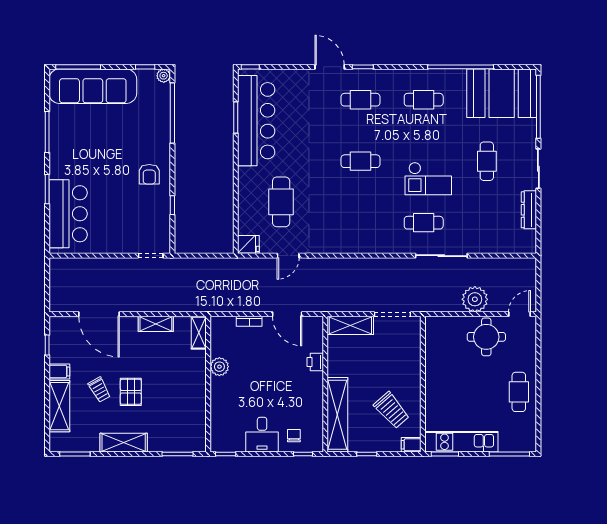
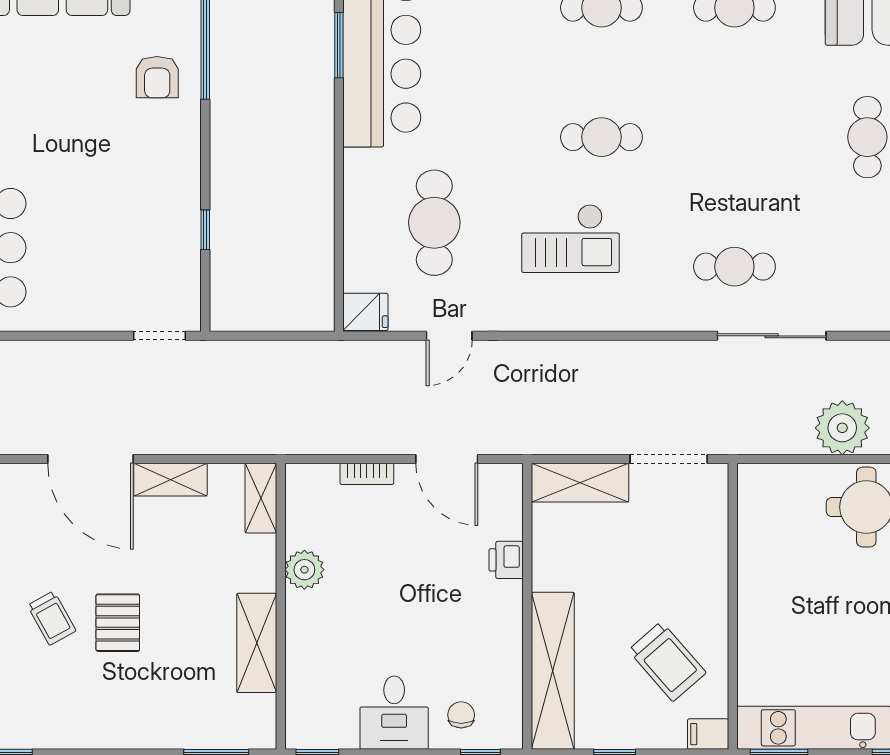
armchair: (149, 174) -> (157, 77), moved
checkout: (428, 179) -> (570, 238), moved
door: (99, 314) -> (90, 459), moved
shelving: (124, 443) -> (257, 643), moved, turned 90

